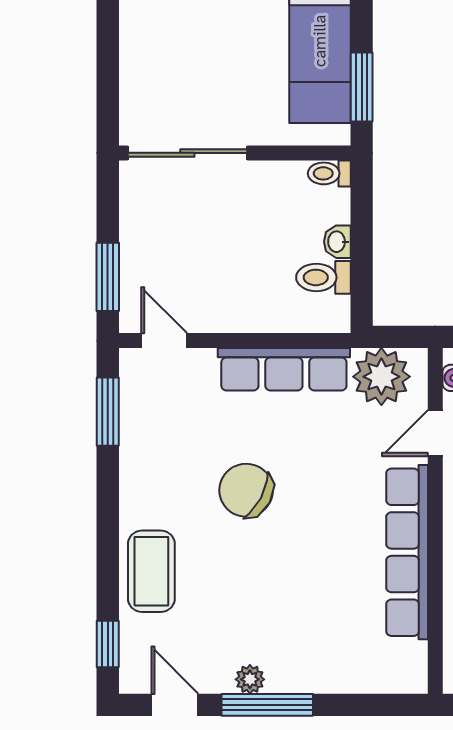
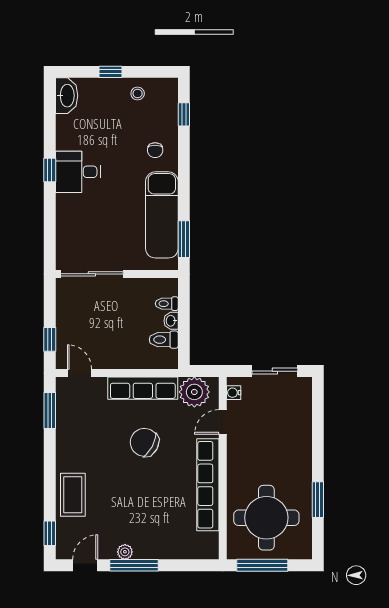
toilet: (329, 173) -> (167, 304), moved
window: (108, 277) -> (50, 339), width x0.67
chair: (246, 490) -> (145, 442), moved
door: (175, 705) -> (85, 565), hinge flipped

